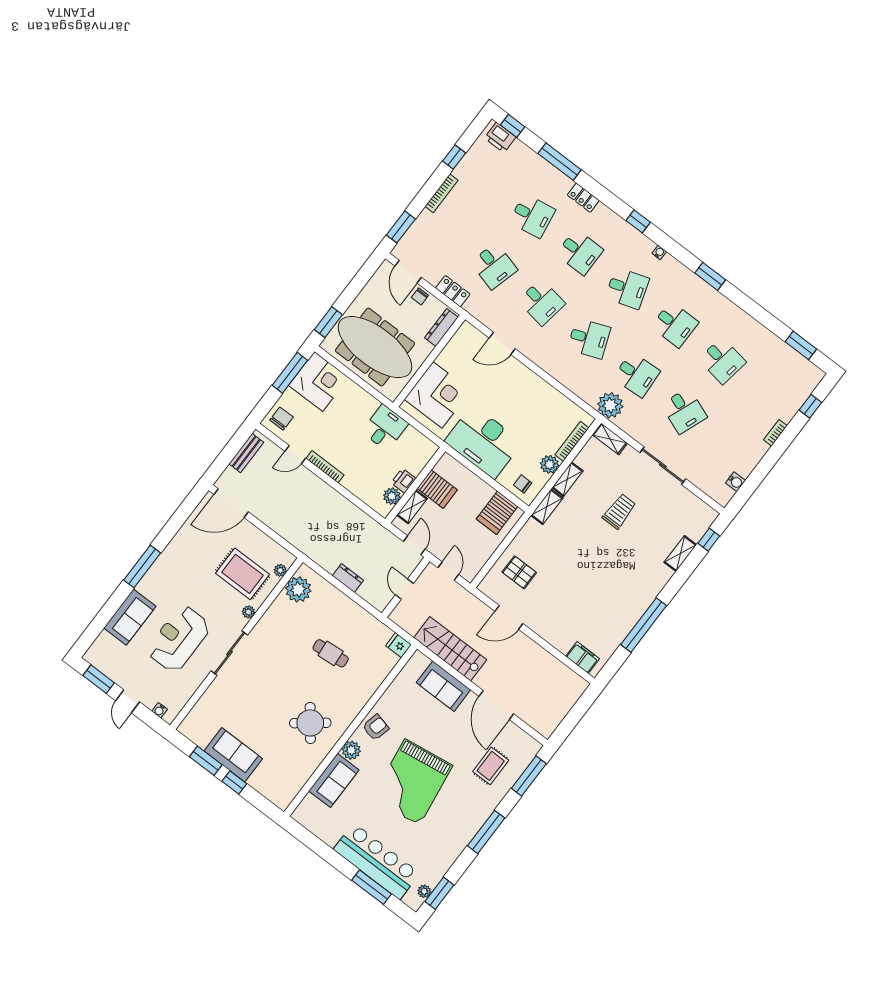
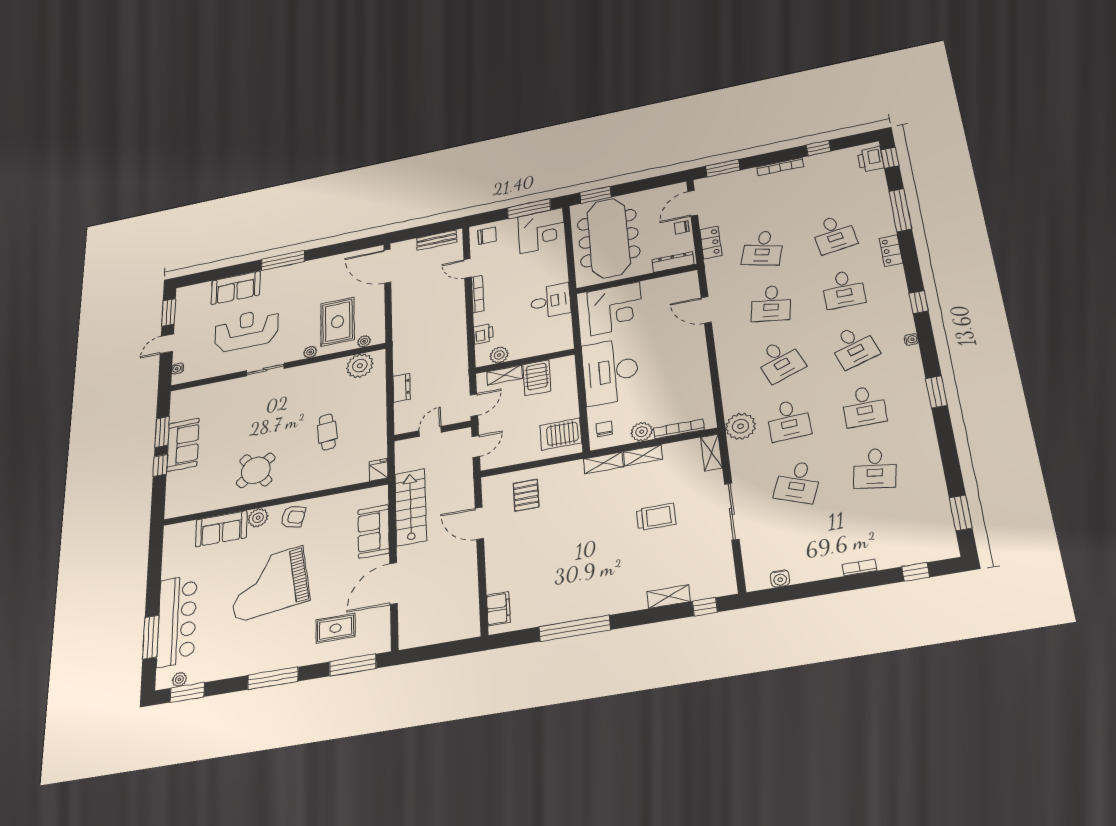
printer: (404, 481) -> (483, 334), moved, turned 90
sliding door: (229, 653) -> (265, 370), width x0.73

